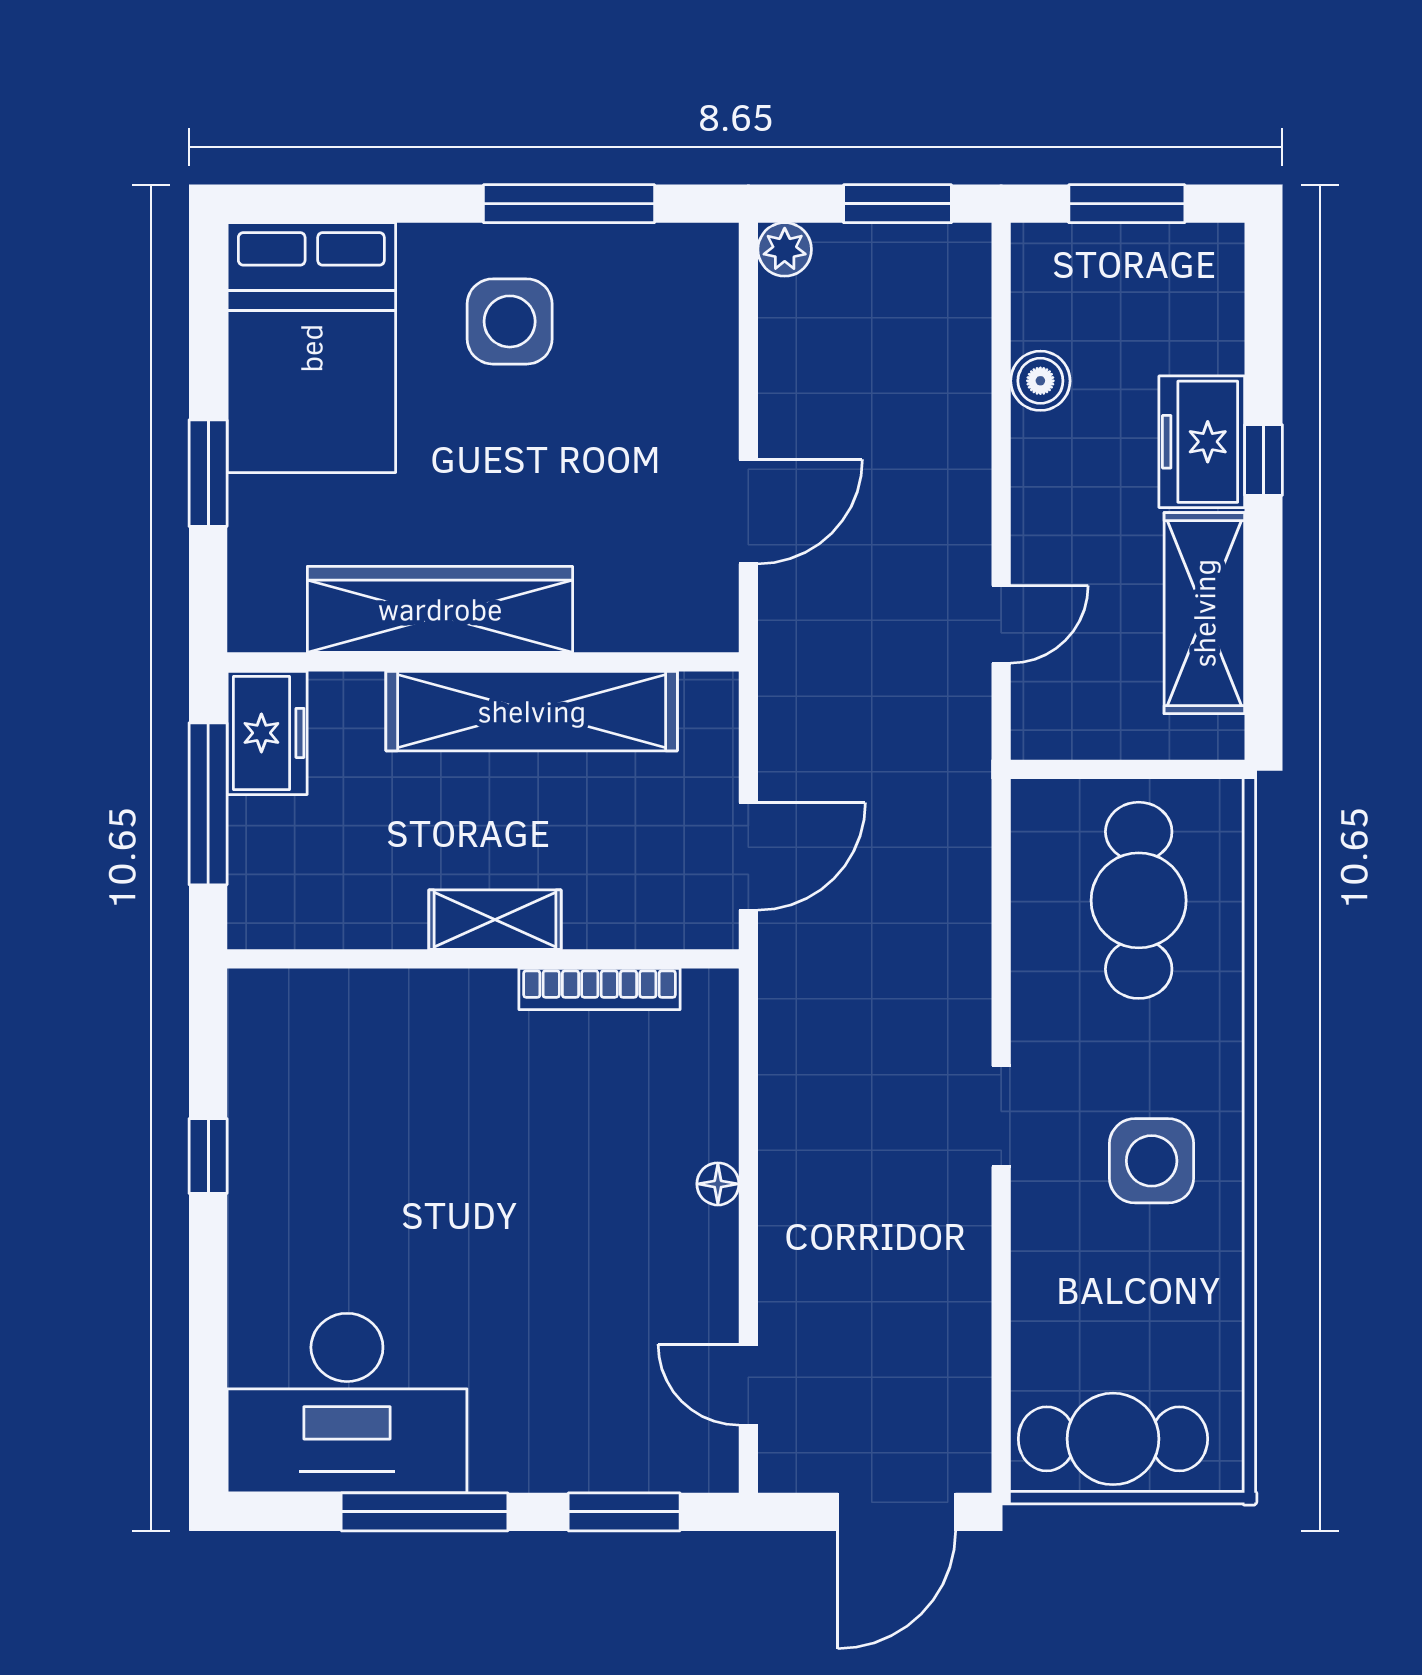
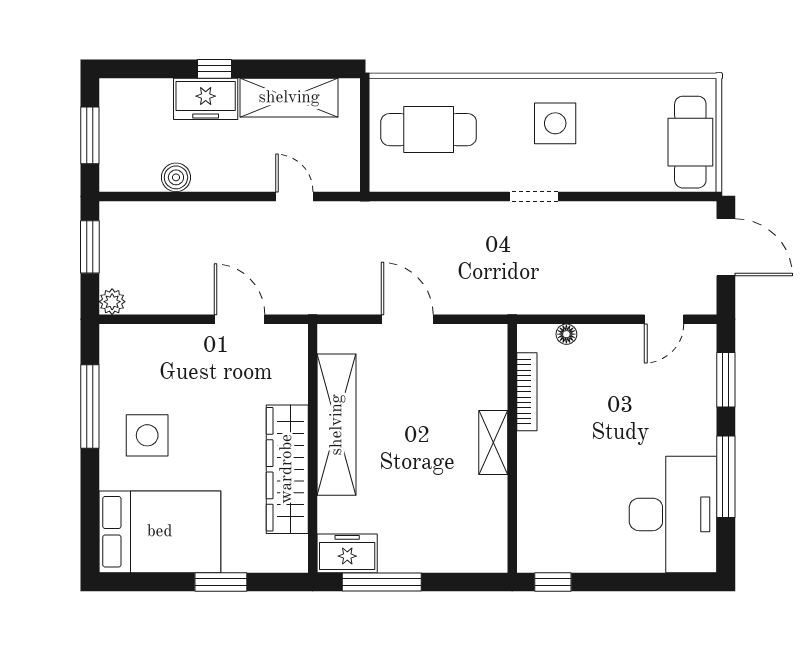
shelving: (495, 920) -> (493, 443), moved
wall: (483, 959) -> (512, 448), moved
bookcase: (600, 989) -> (527, 392), moved

